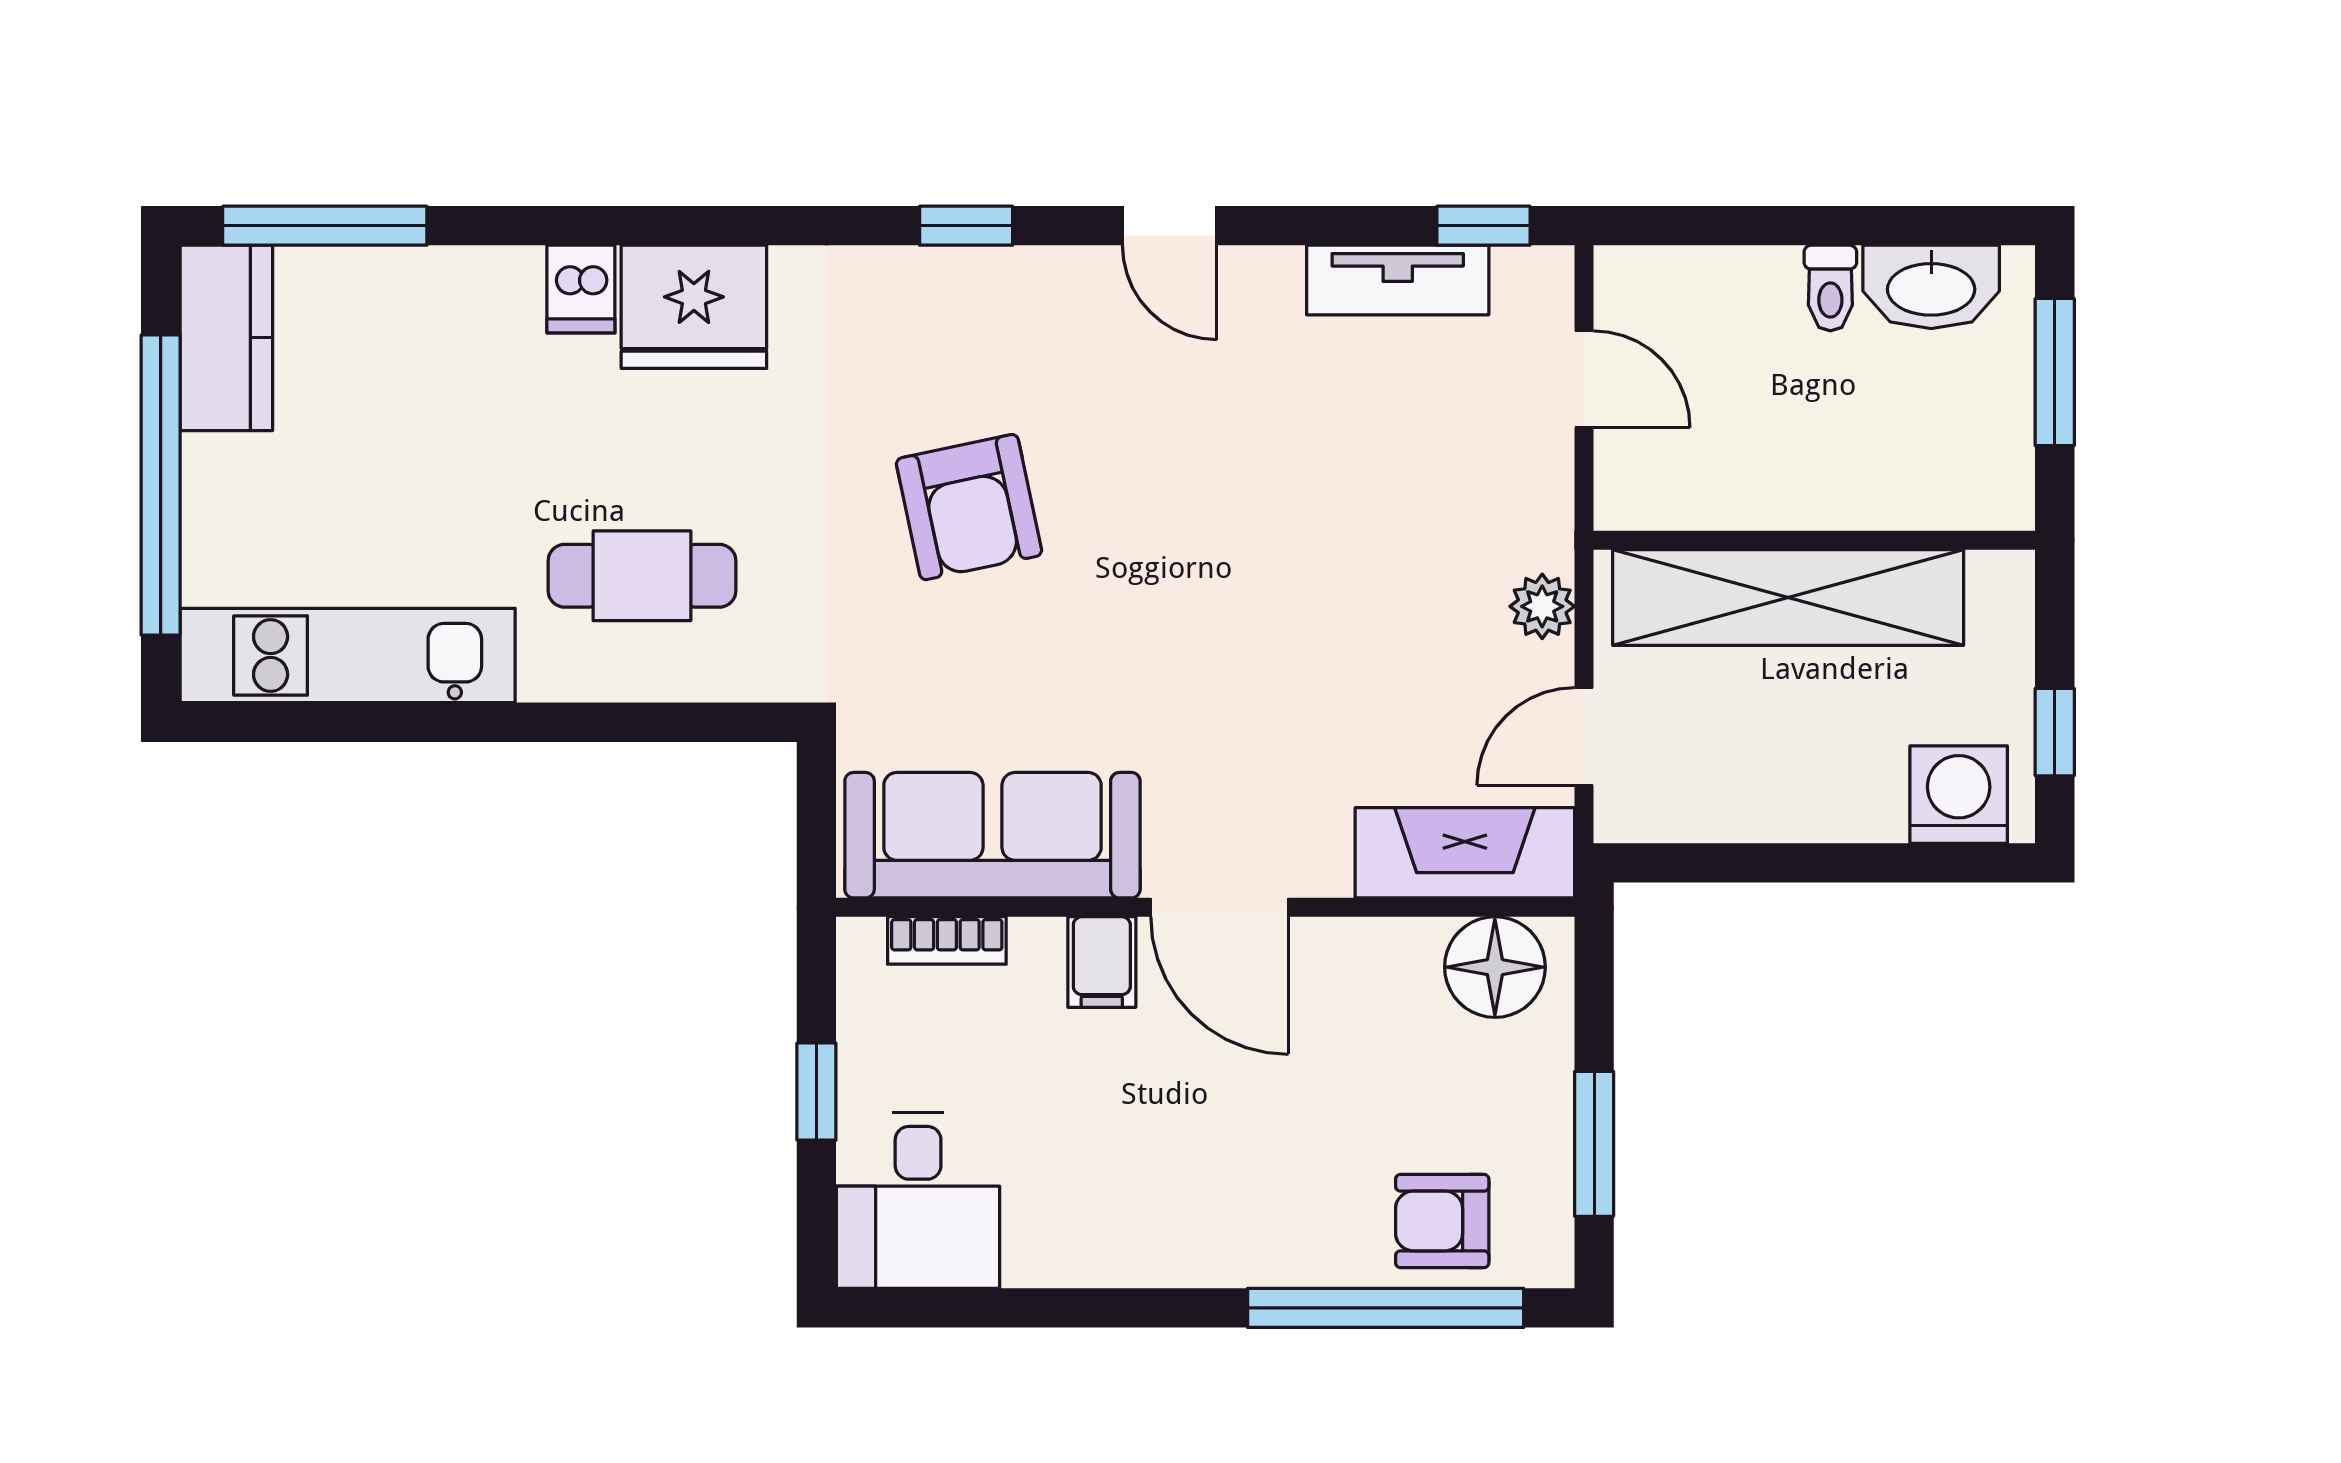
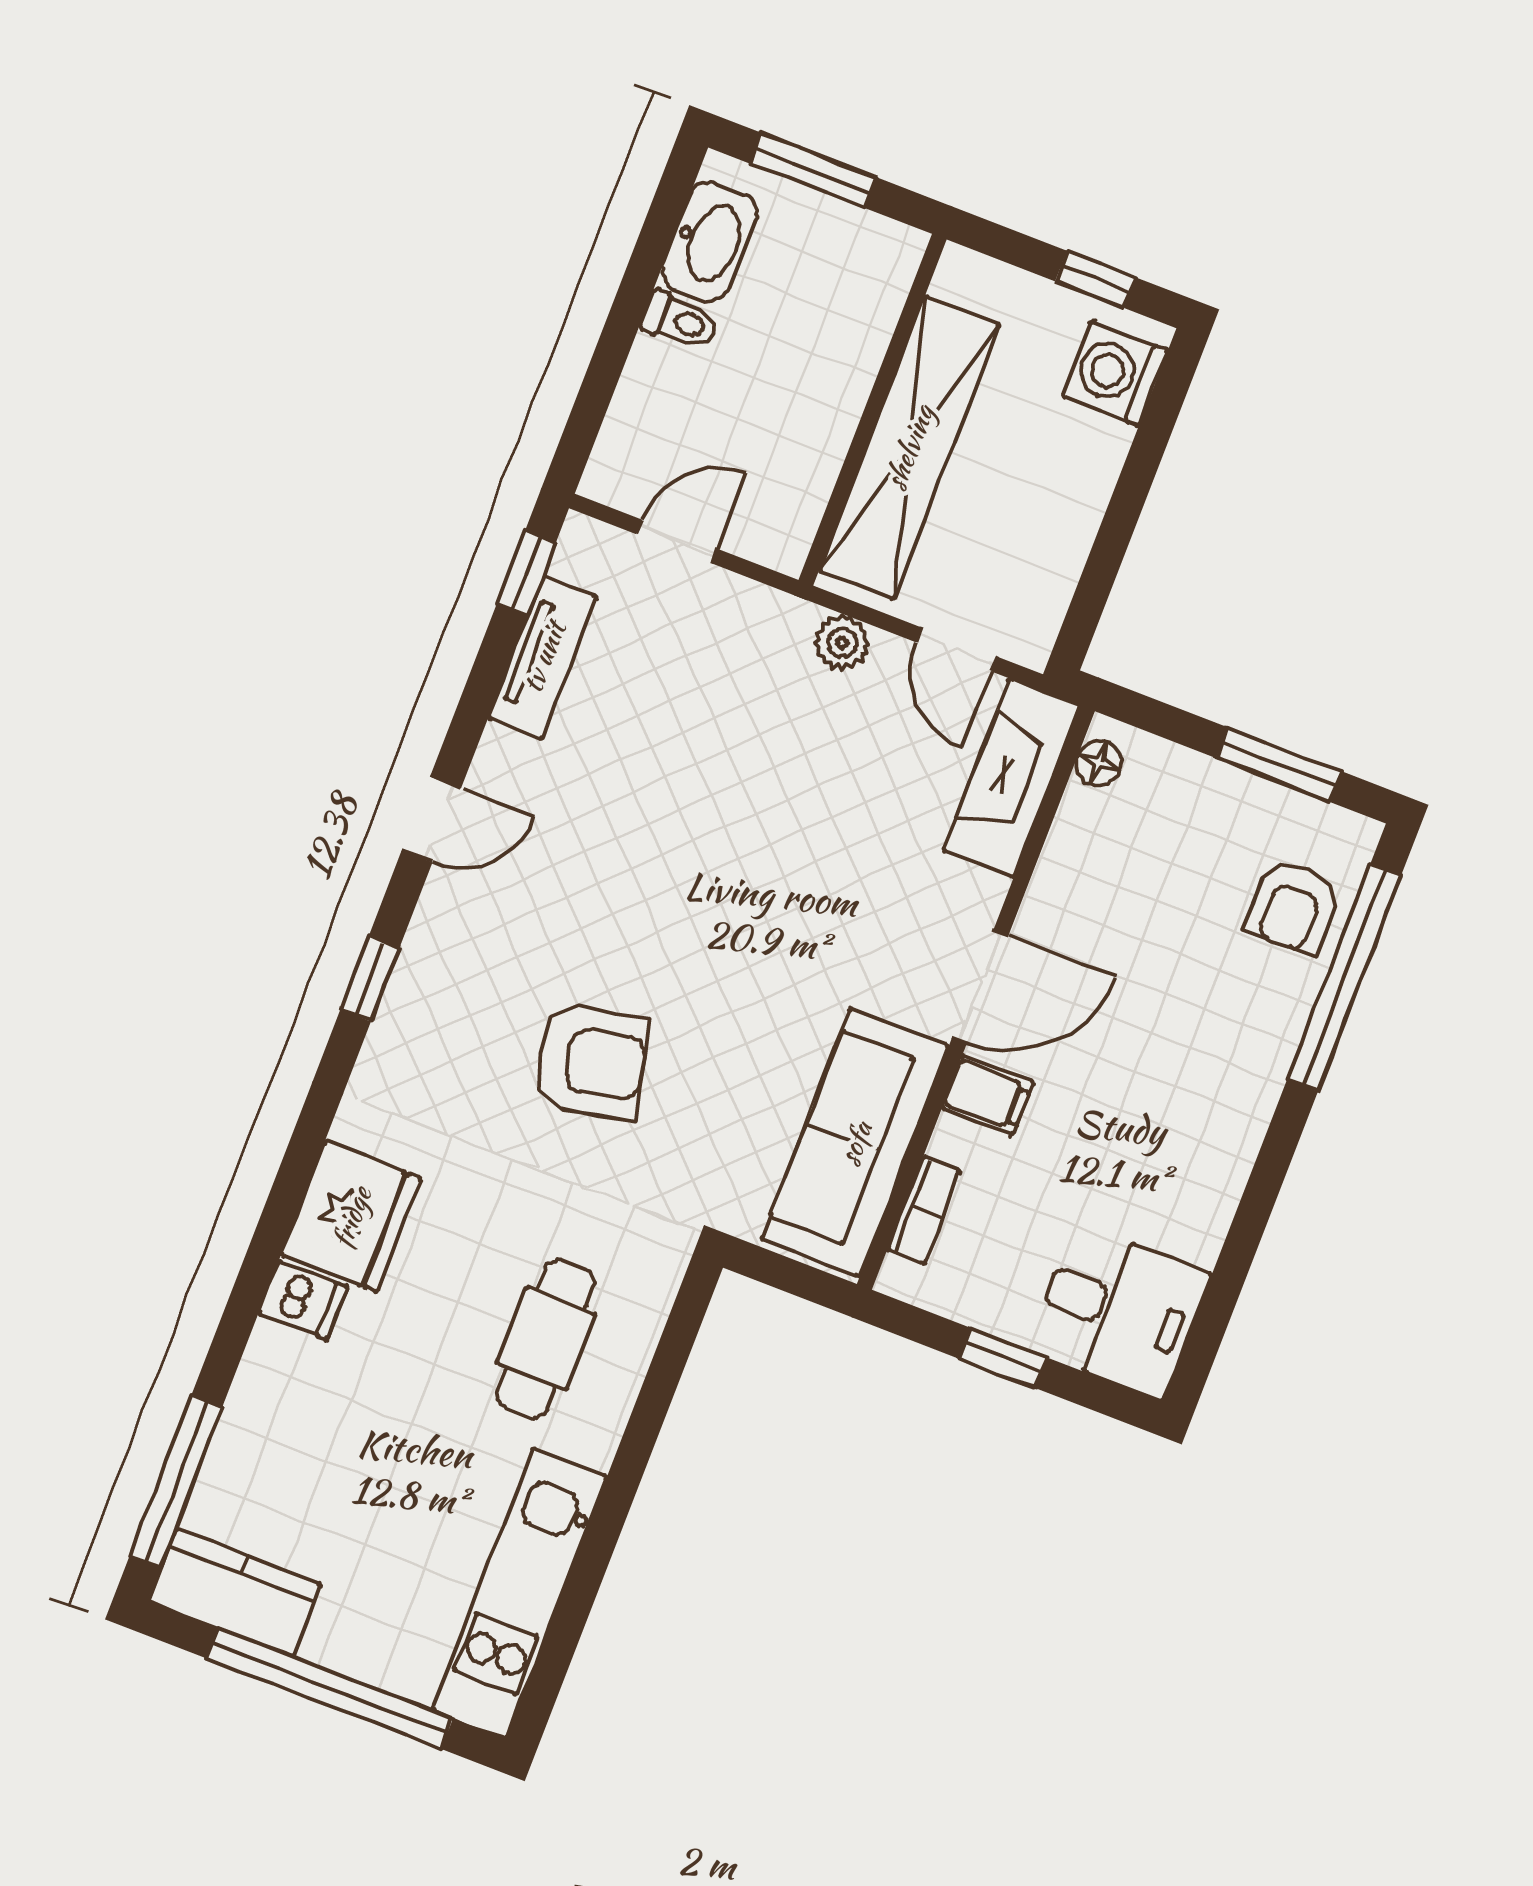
floor lamp: (1495, 967) -> (1099, 763), width x0.53, depth x0.53

